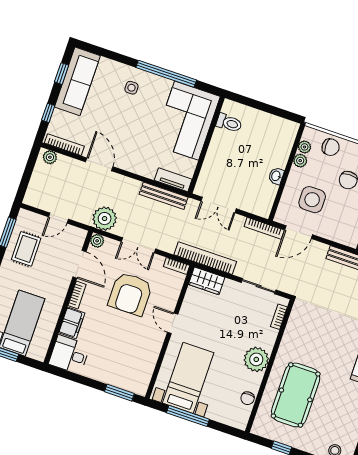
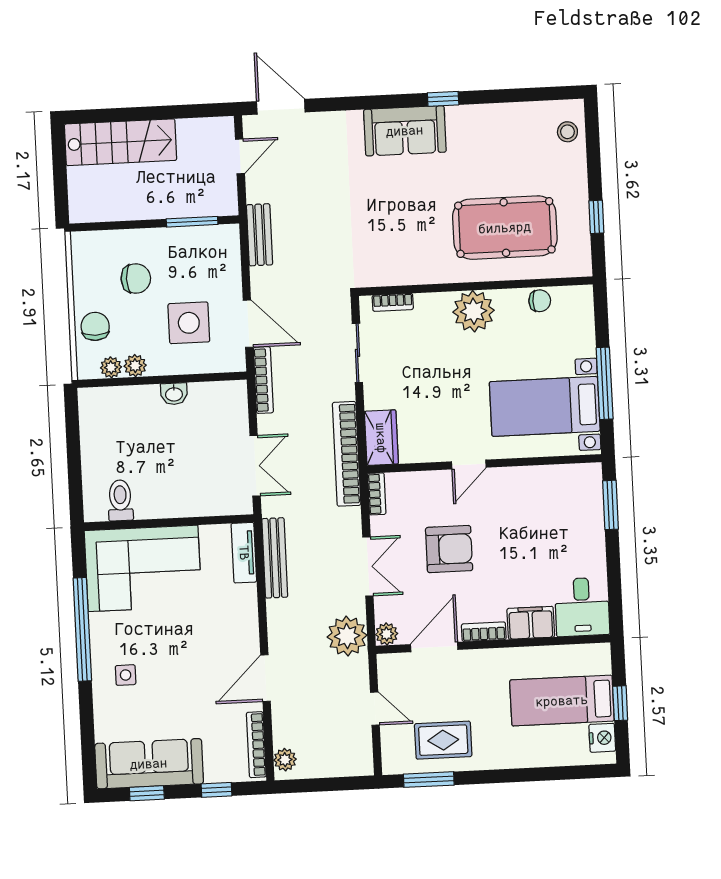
armchair: (130, 294) -> (449, 549), width x0.73, depth x0.73

